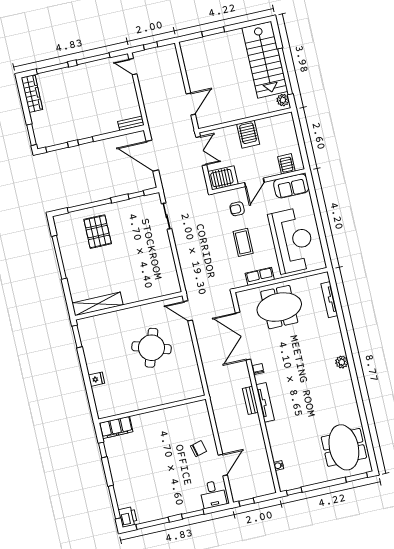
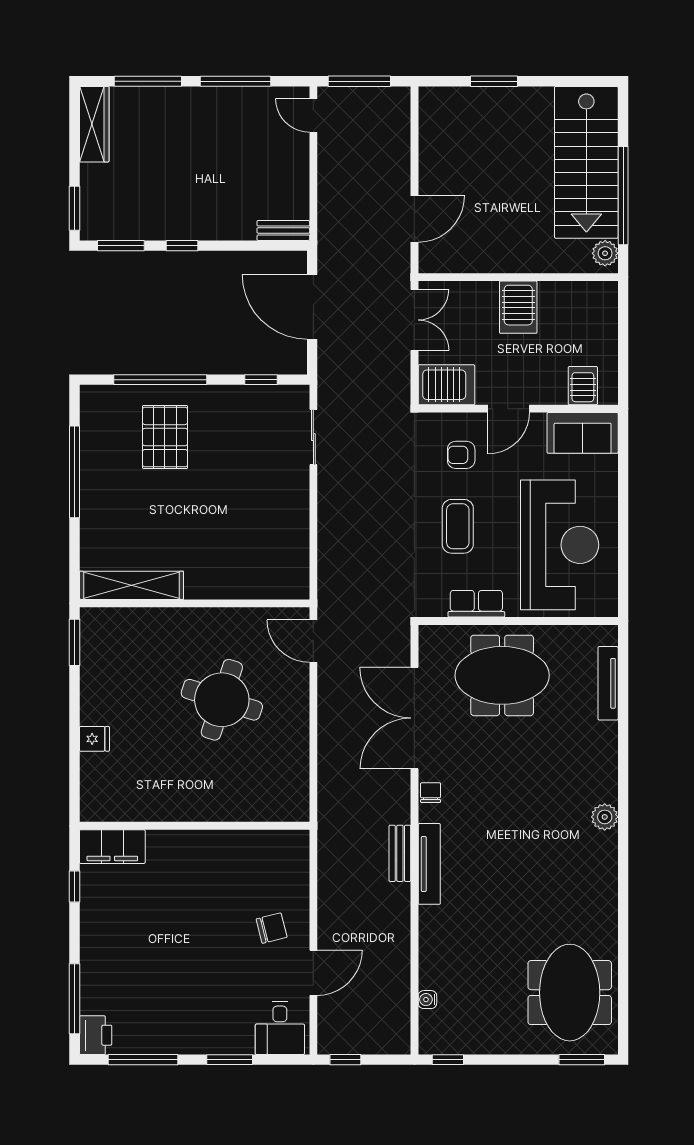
window: (151, 46) -> (359, 81), width x2.17

